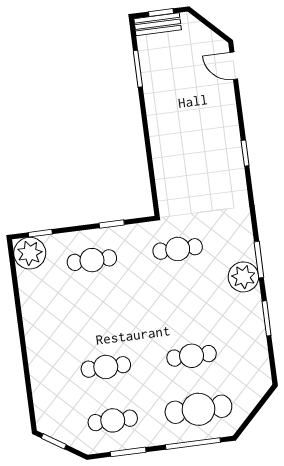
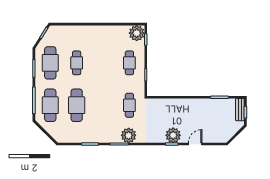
door: (234, 66) -> (195, 144), moved
plant: (227, 153) -> (173, 135), added
plant: (243, 277) -> (129, 135), moved
cafe table: (192, 356) -> (77, 105), width x1.37, depth x1.35
cafe table: (113, 420) -> (50, 63), width x1.37, depth x1.35

